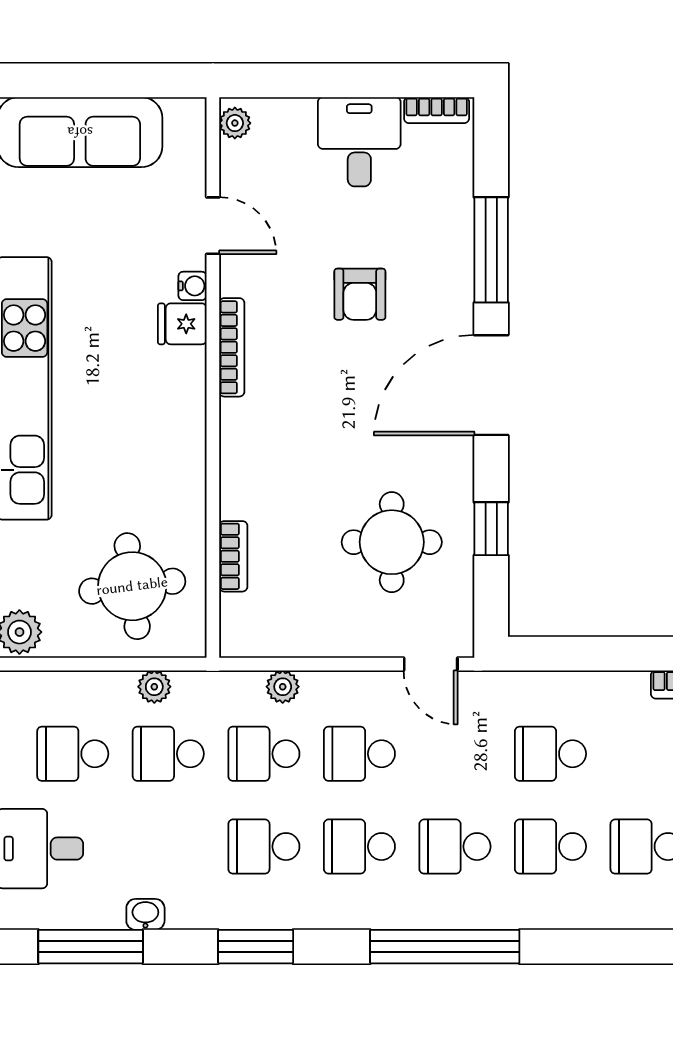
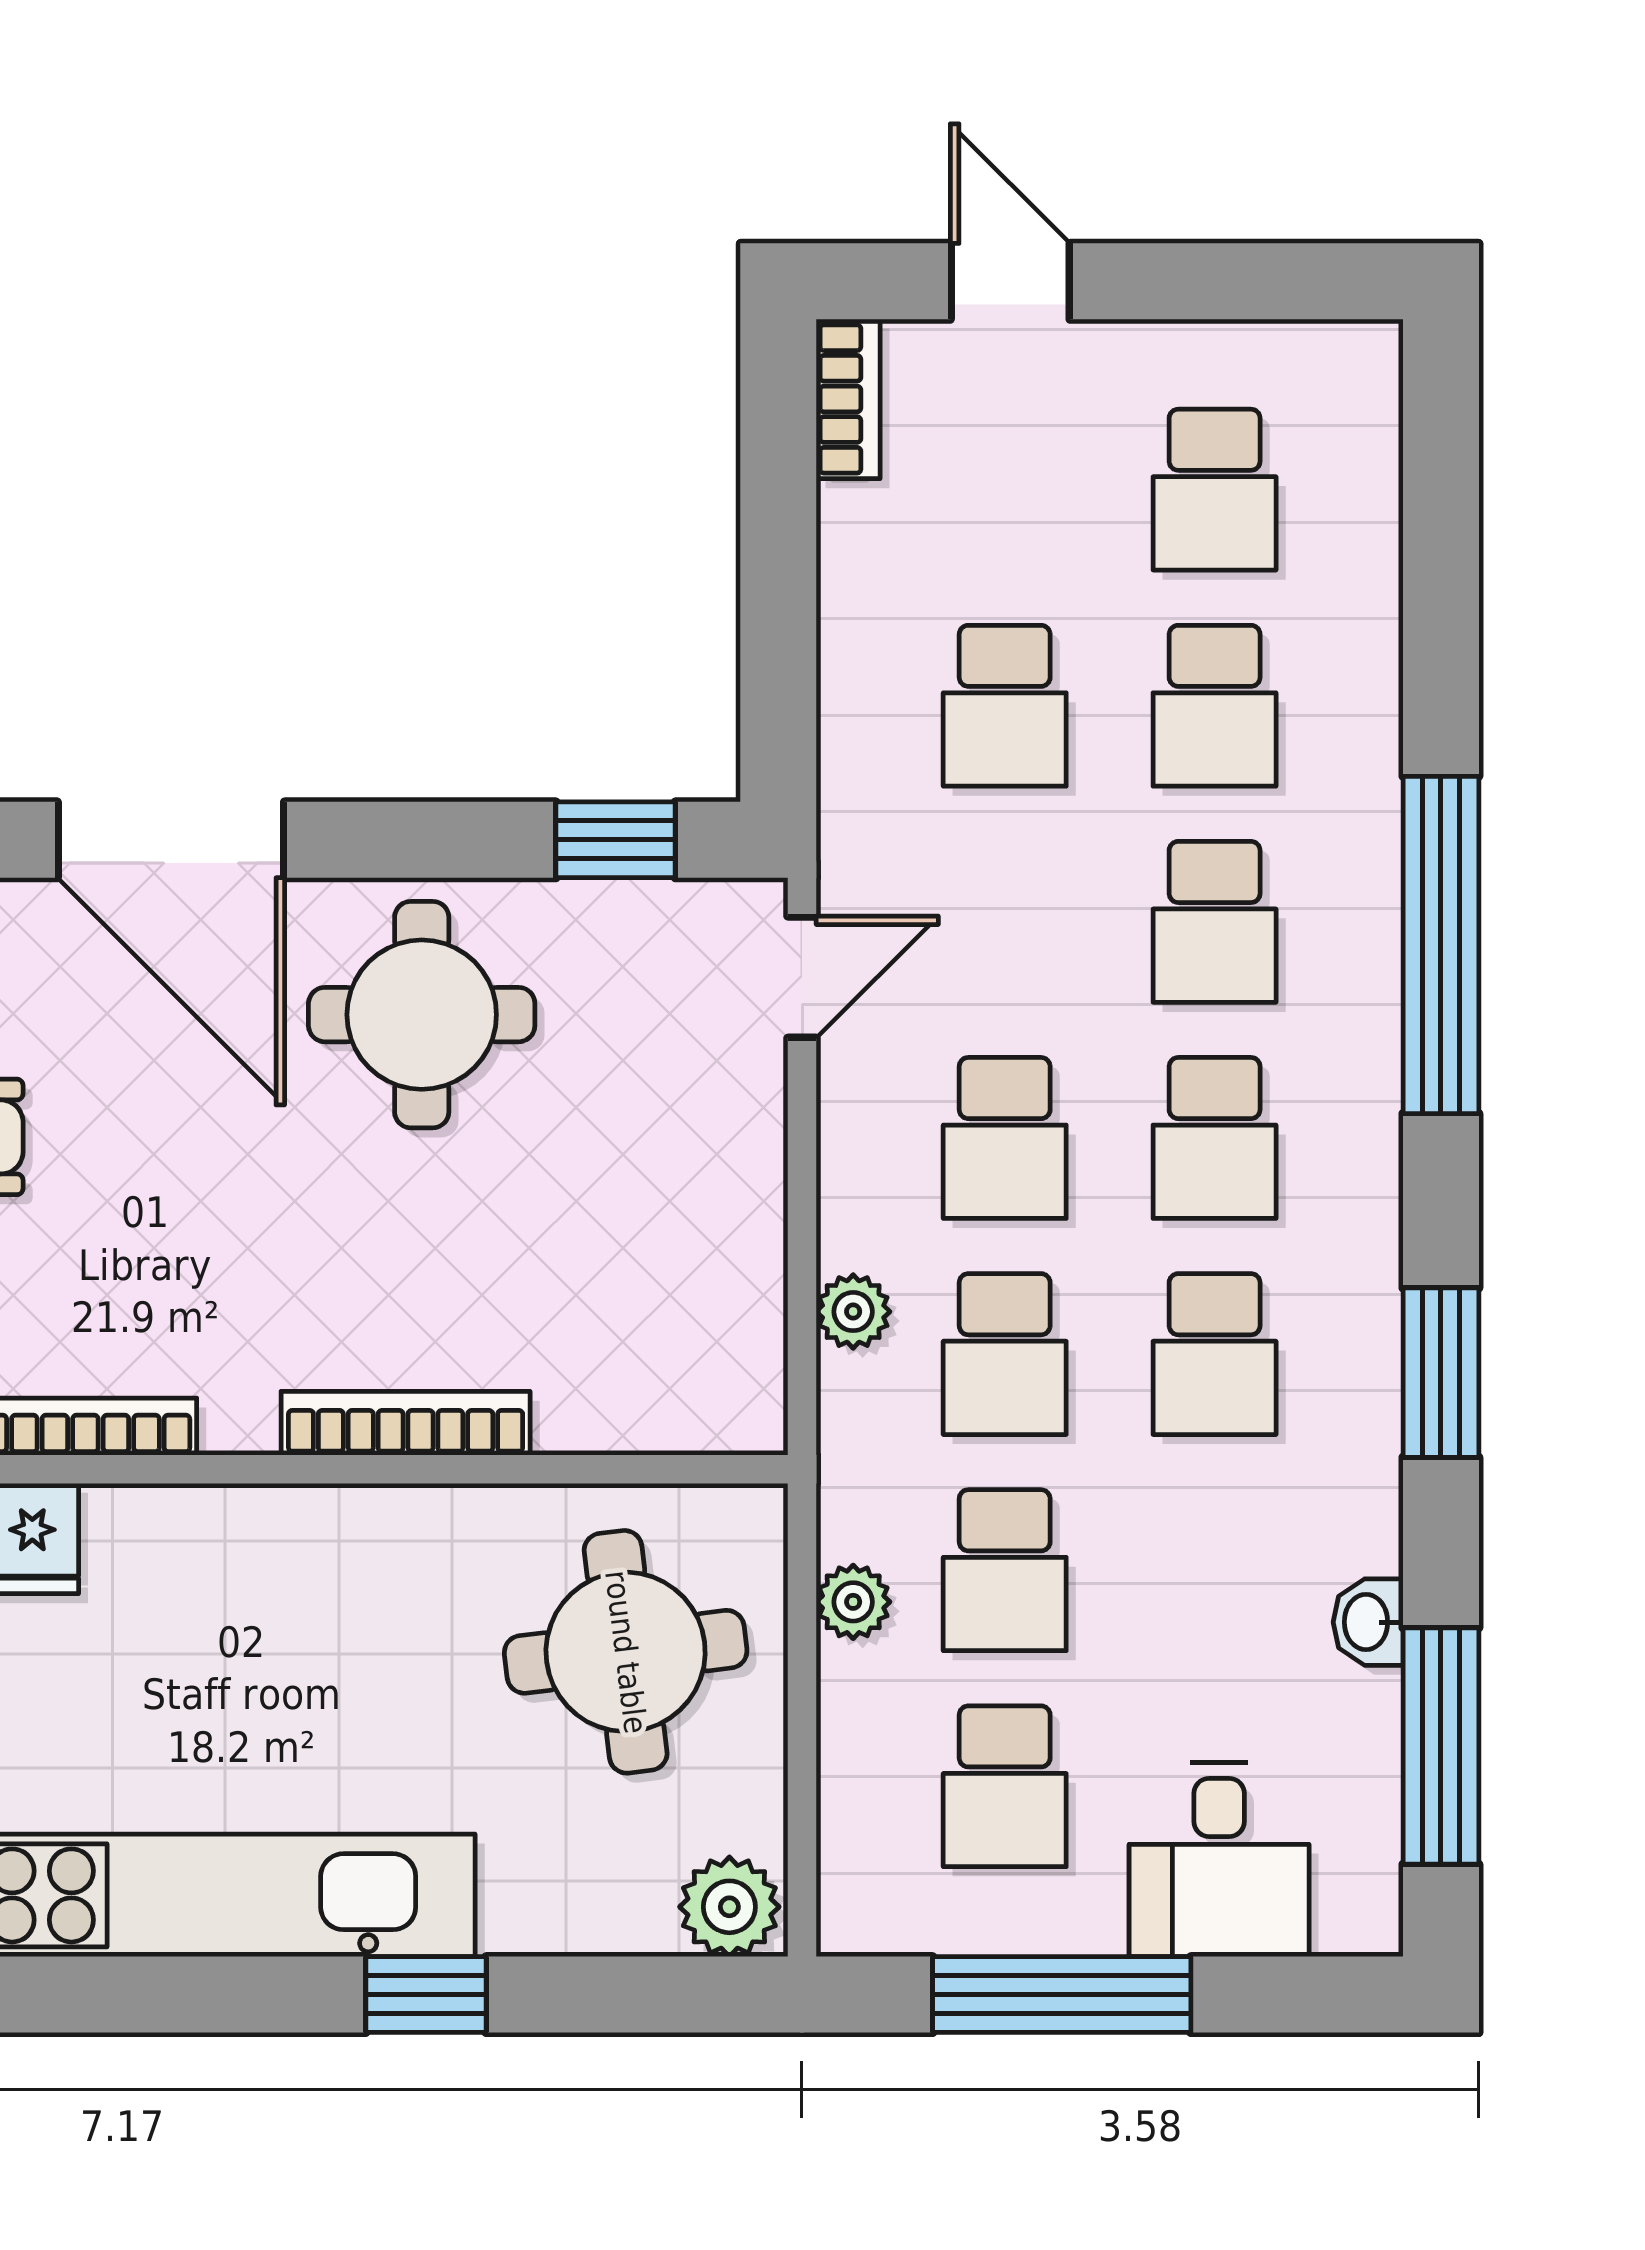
window: (491, 529) -> (616, 840), moved
round table: (392, 542) -> (422, 1015), moved
bookcase: (233, 556) -> (406, 1423), moved, width x1.56

